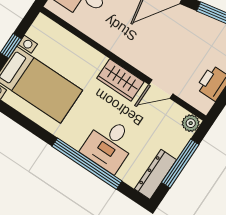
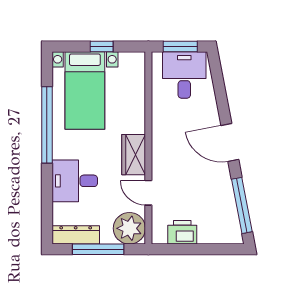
plant: (191, 123) -> (129, 228), width x1.88, depth x1.88
window: (87, 164) -> (47, 125), moved

